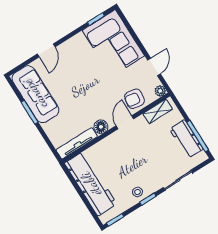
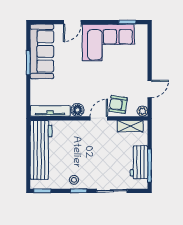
corner sofa: (113, 43) -> (108, 42), moved, turned -90

